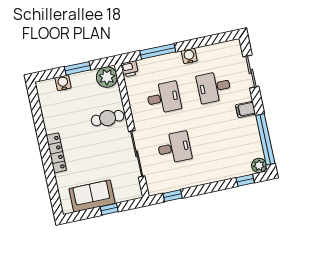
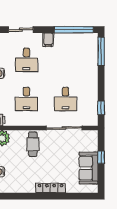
desk: (164, 98) -> (26, 99), turned 180
desk: (174, 148) -> (65, 99), turned 180
plant: (259, 165) -> (92, 39), removed
window: (245, 180) -> (101, 51), width x2.17

